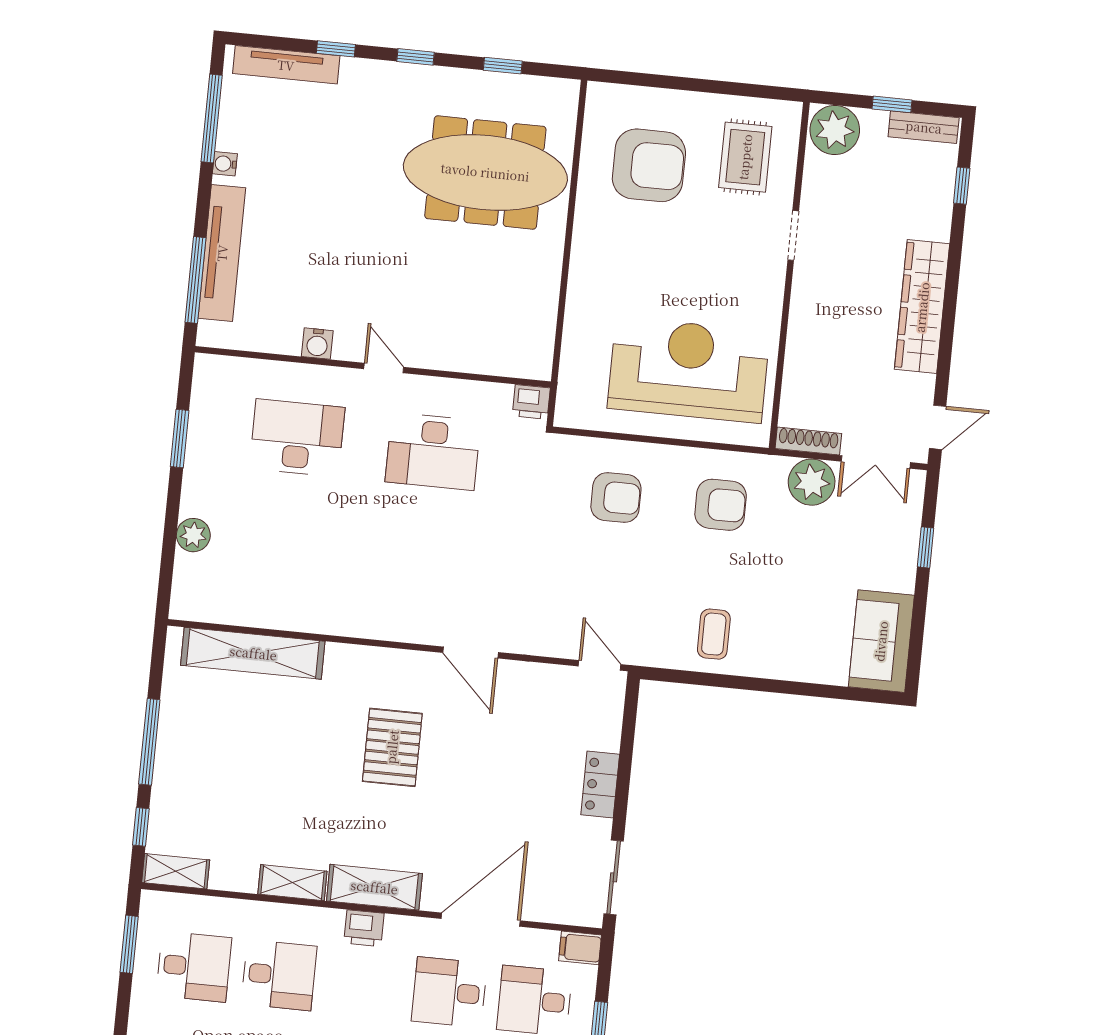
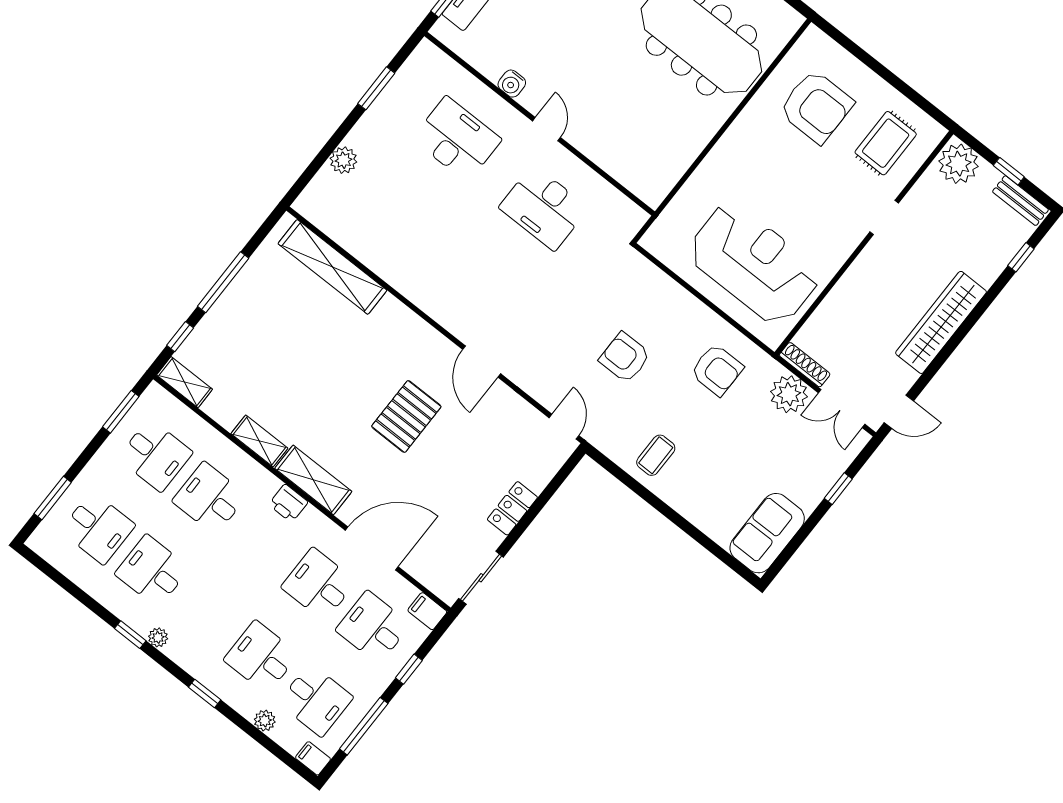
printer: (531, 402) -> (632, 217), removed
armchair: (616, 497) -> (625, 357), moved, turned 180
pallet: (392, 747) -> (406, 416), moved
desk: (279, 975) -> (210, 498), turned 180

